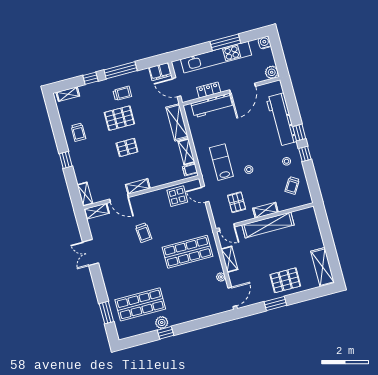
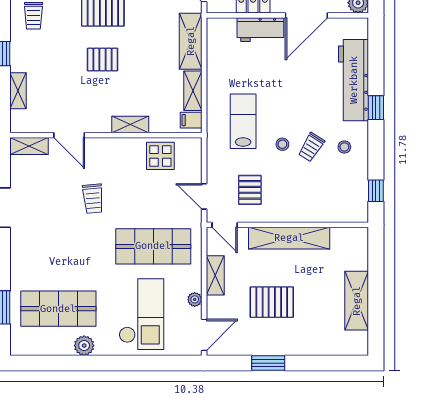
workbench: (212, 105) -> (260, 30), width x0.73
window: (305, 154) -> (376, 191), moved
trolley: (292, 185) -> (311, 147), moved
shelving: (138, 186) -> (130, 125), moved
shelving: (85, 194) -> (18, 91), moved
door: (205, 194) -> (204, 196), moved
shelving: (265, 210) -> (292, 214), removed
shelving: (323, 267) -> (357, 301), moved
pallet: (285, 280) -> (272, 302), moved
checkout: (191, 294) -> (141, 314), added
window: (166, 333) -> (86, 363), removed

